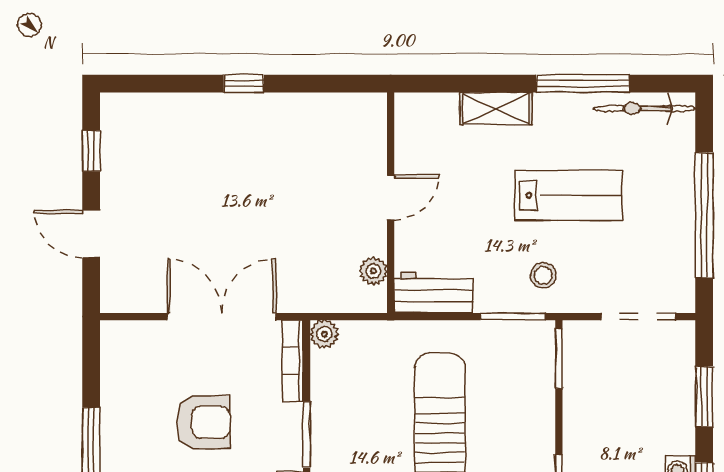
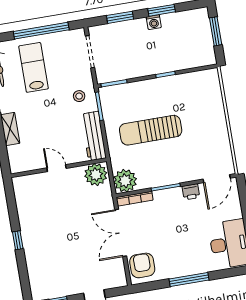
lab bench: (569, 195) -> (33, 67), moved
plant: (373, 271) -> (96, 175), width x1.88, depth x1.88
workbench: (434, 293) -> (94, 136), width x1.38
plant: (324, 334) -> (125, 181), width x1.87, depth x1.87
armchair: (203, 422) -> (142, 265), moved

